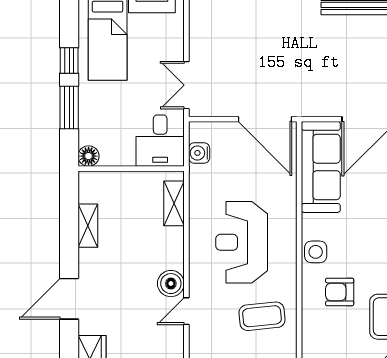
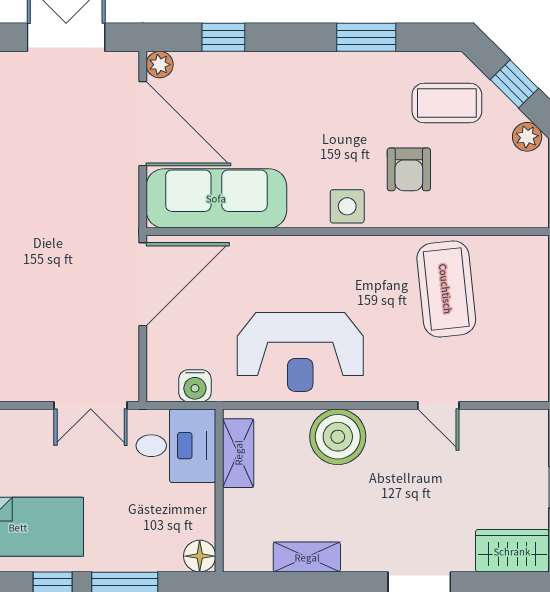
shelving: (174, 203) -> (238, 453), moved, turned 90
reception desk: (242, 242) -> (300, 352), moved
boiler: (171, 284) -> (338, 437), moved, width x1.37, depth x1.37
coffee table: (262, 316) -> (446, 289), width x1.36, depth x1.32

